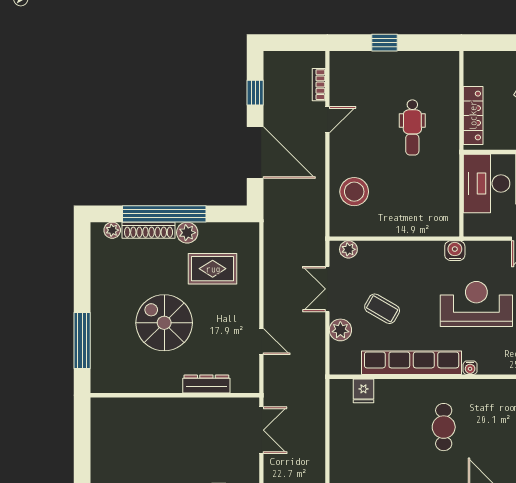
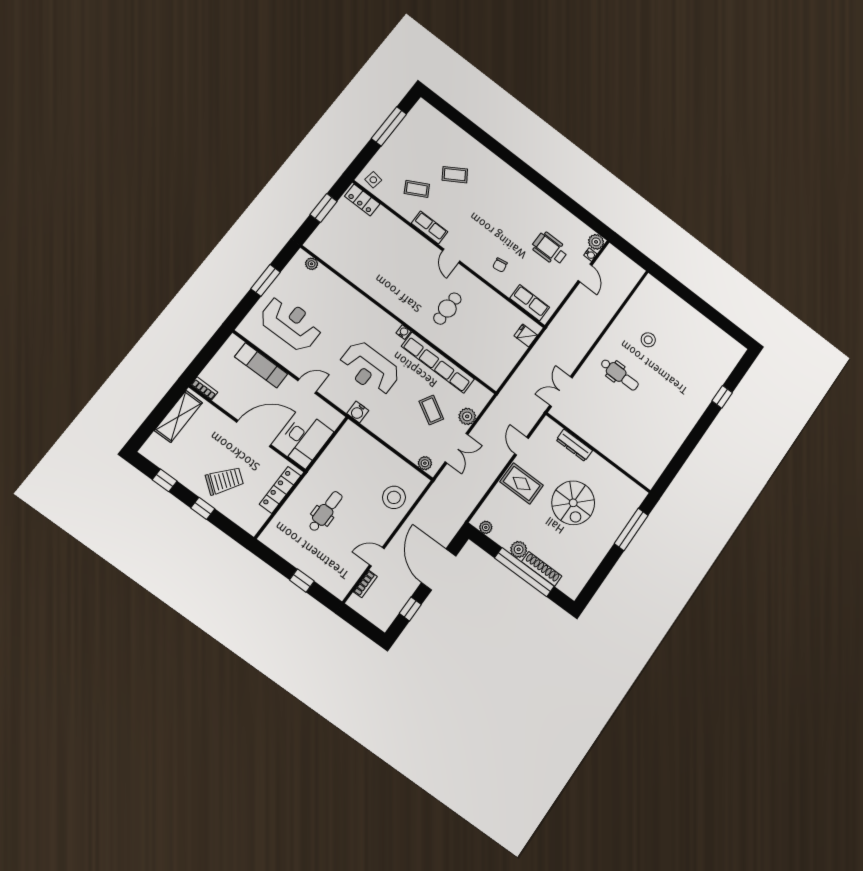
plant: (112, 230) -> (486, 527), moved
rug: (213, 269) -> (522, 484), moved
fridge: (363, 391) -> (526, 336), moved, turned -90

